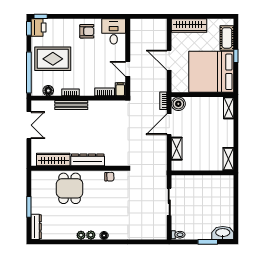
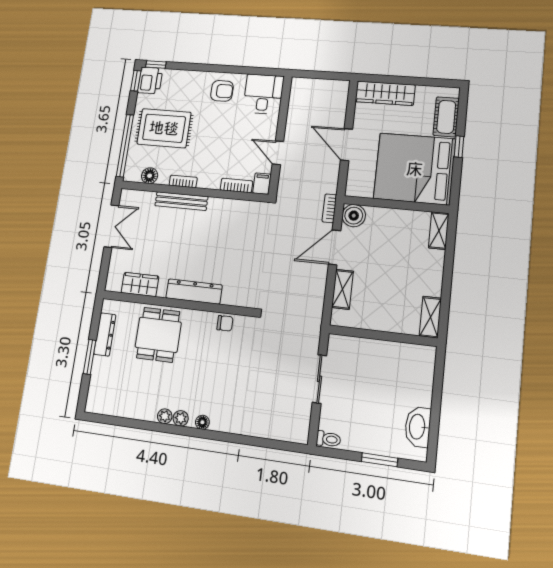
wardrobe: (53, 159) -> (140, 285), width x0.67
dresser: (36, 227) -> (105, 334), moved
washbasin: (223, 233) -> (418, 427), moved, turned -90

